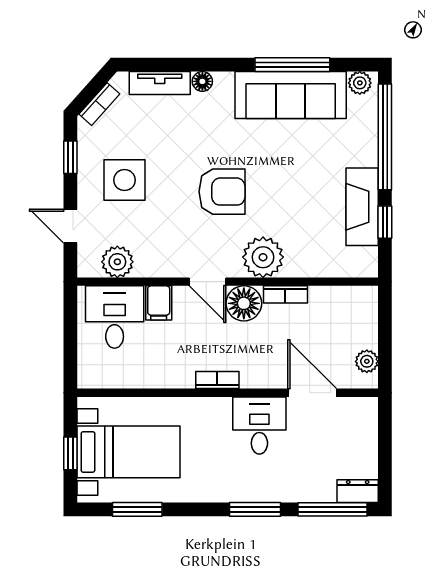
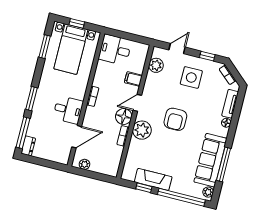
desk: (115, 317) -> (115, 50), moved, turned 180

